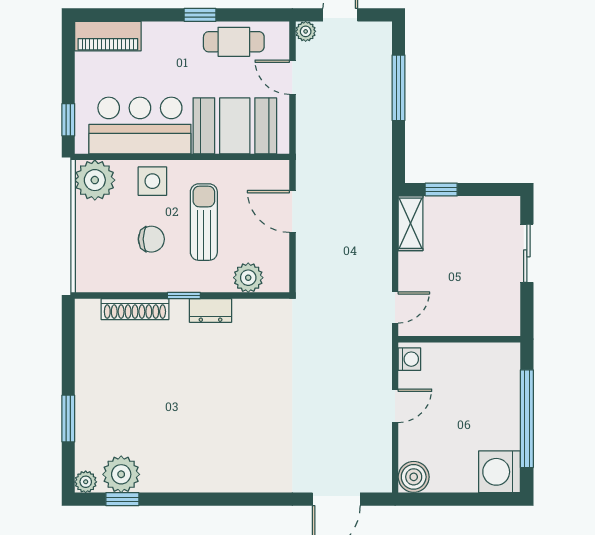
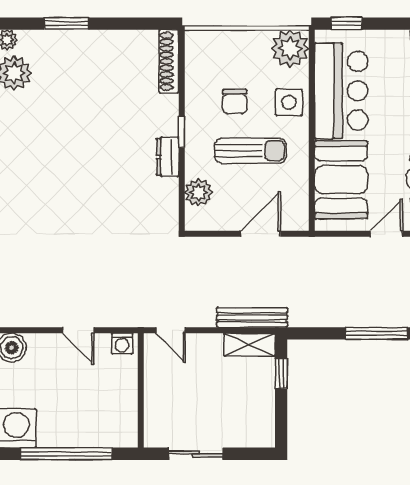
bench: (382, 221) -> (252, 317), added
sliding door: (527, 253) -> (196, 454), moved
shoe rack: (135, 309) -> (169, 61), moved

